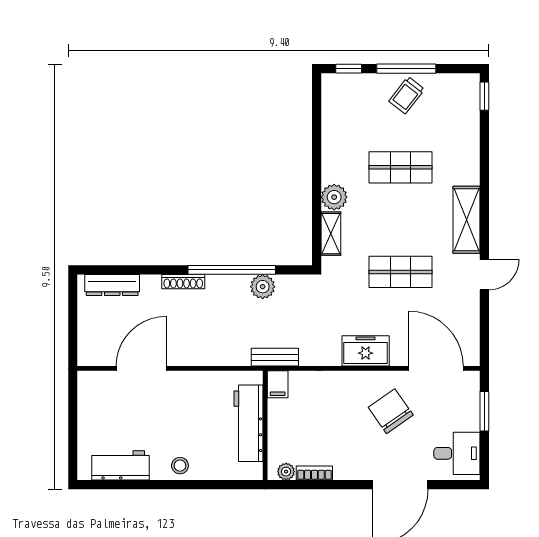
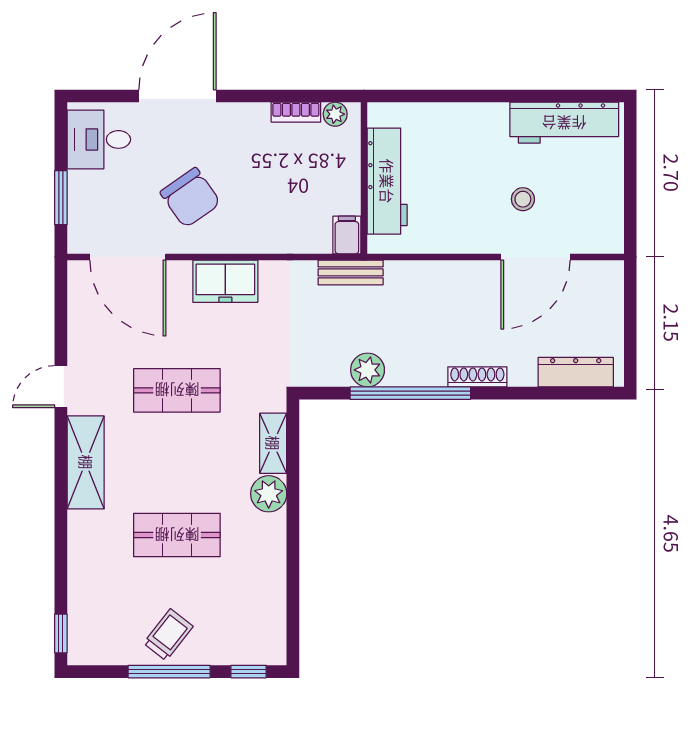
workbench: (120, 465) -> (564, 123), width x1.38
stool: (180, 466) -> (523, 199), moved

